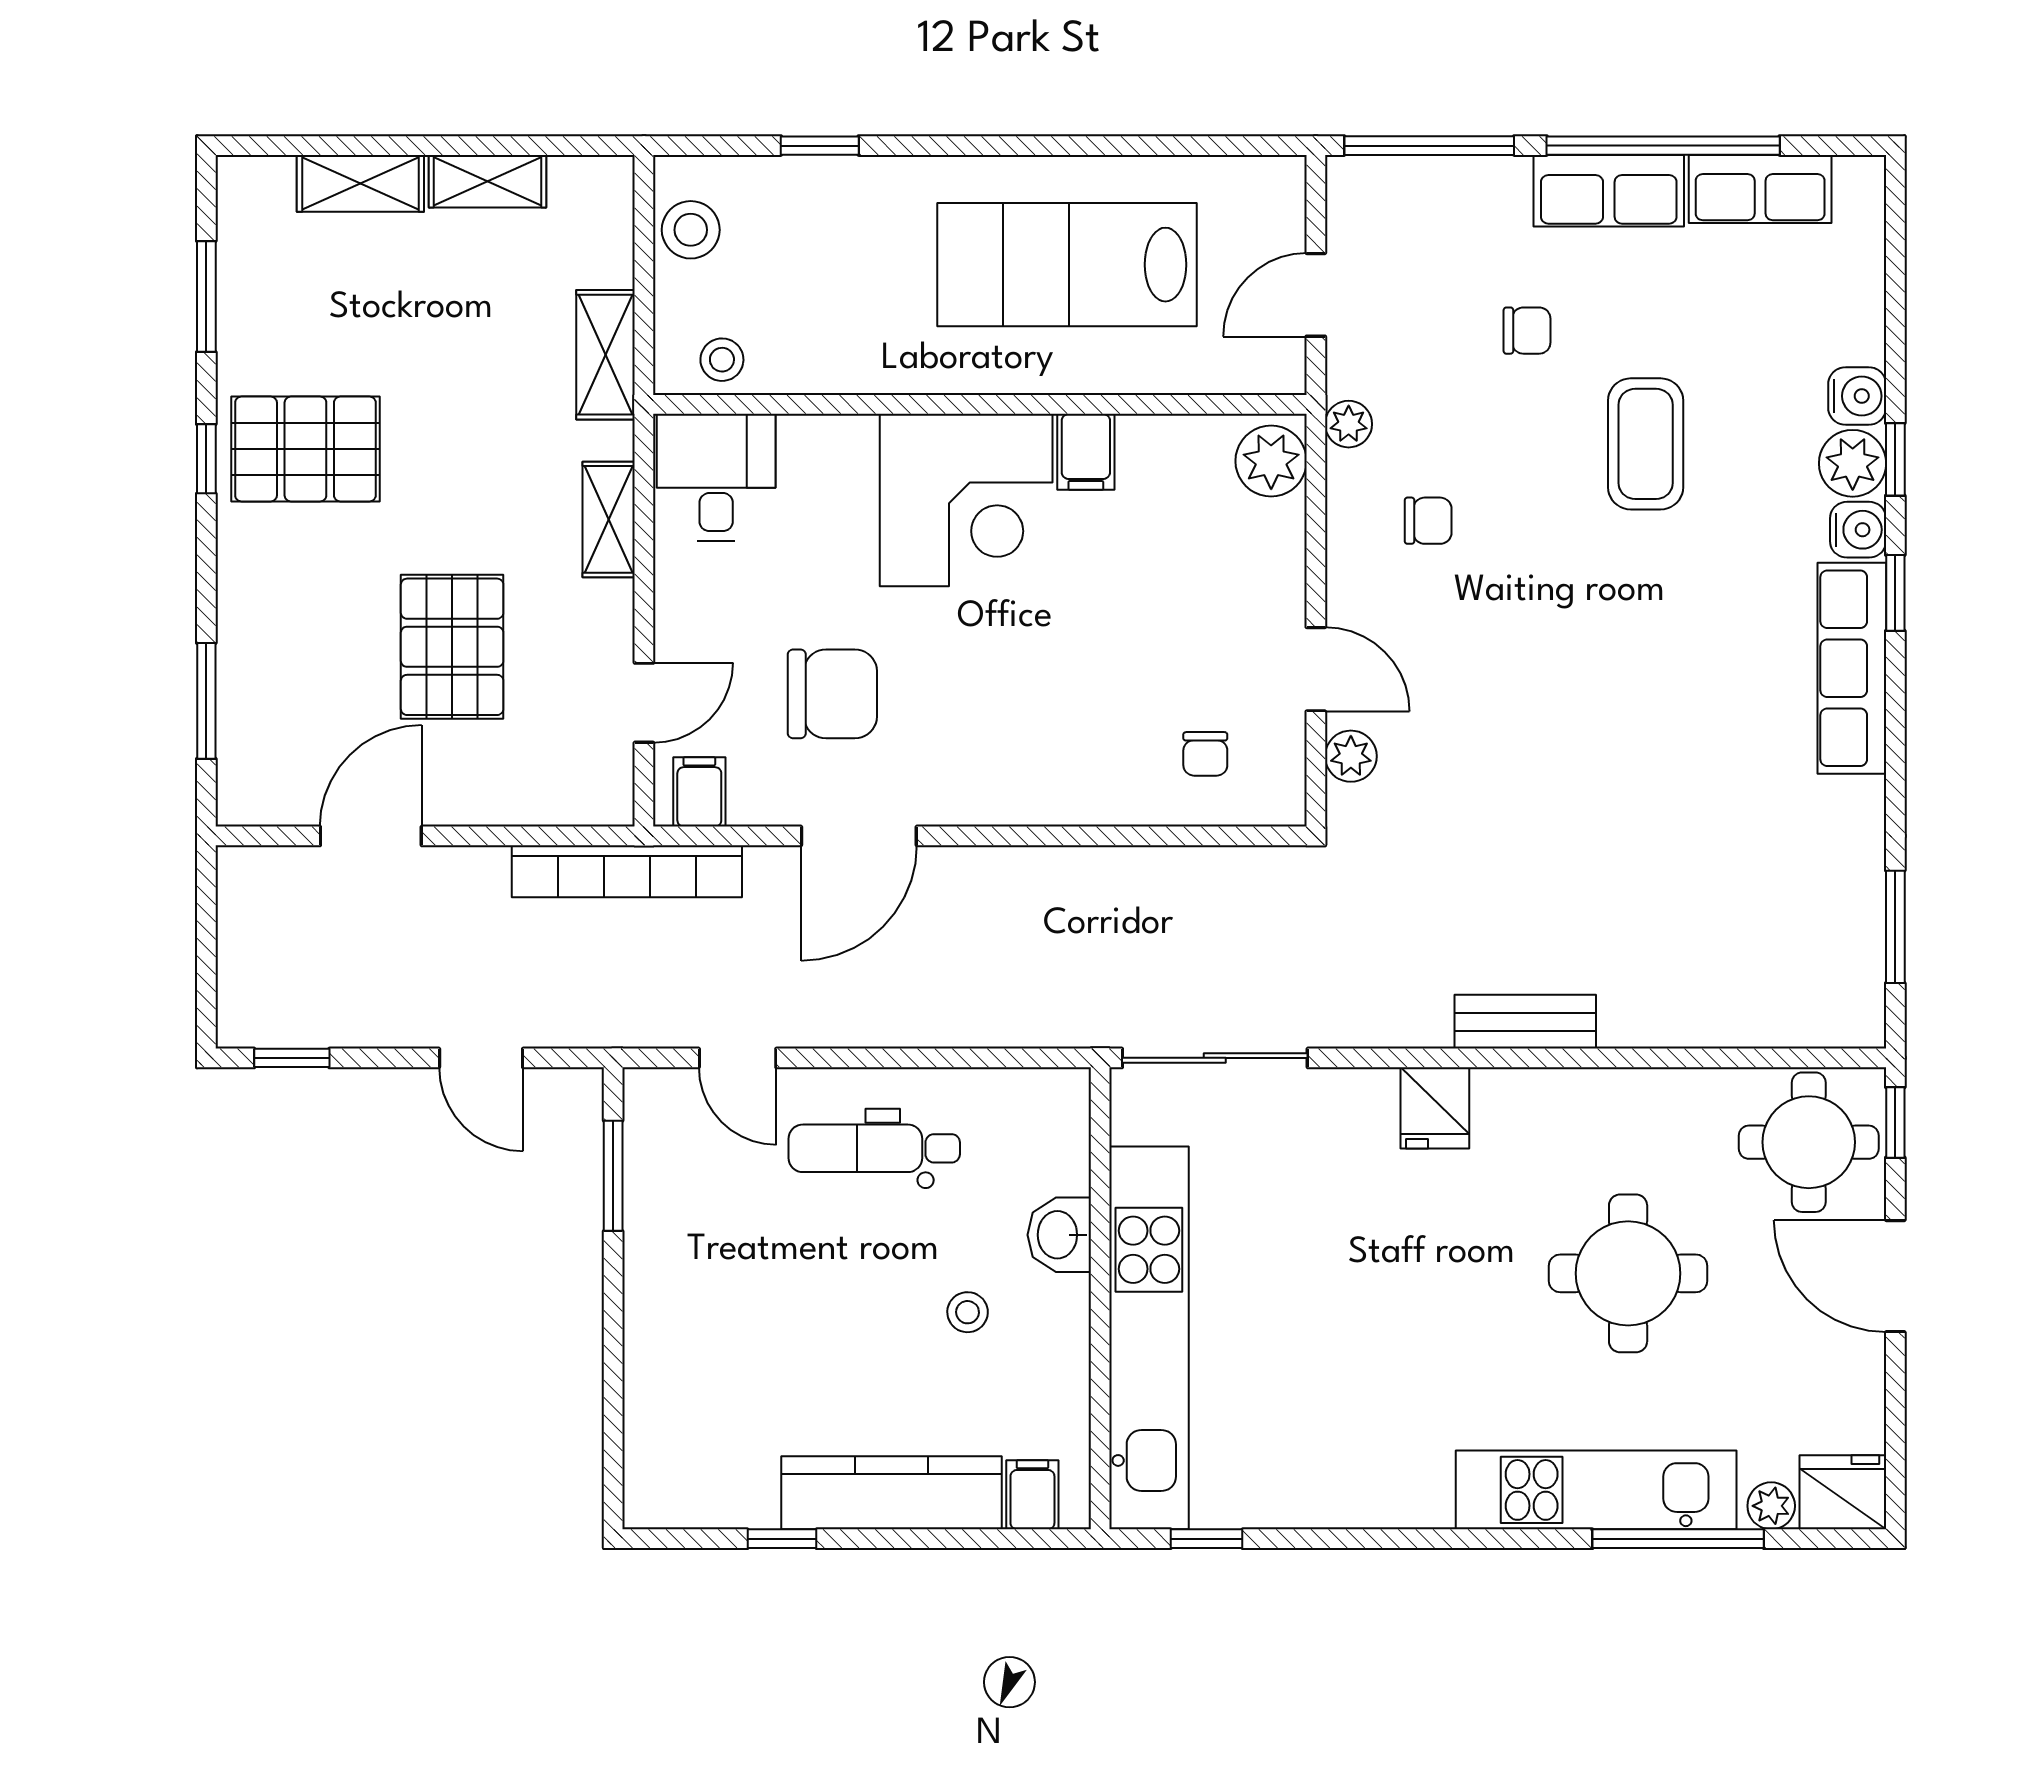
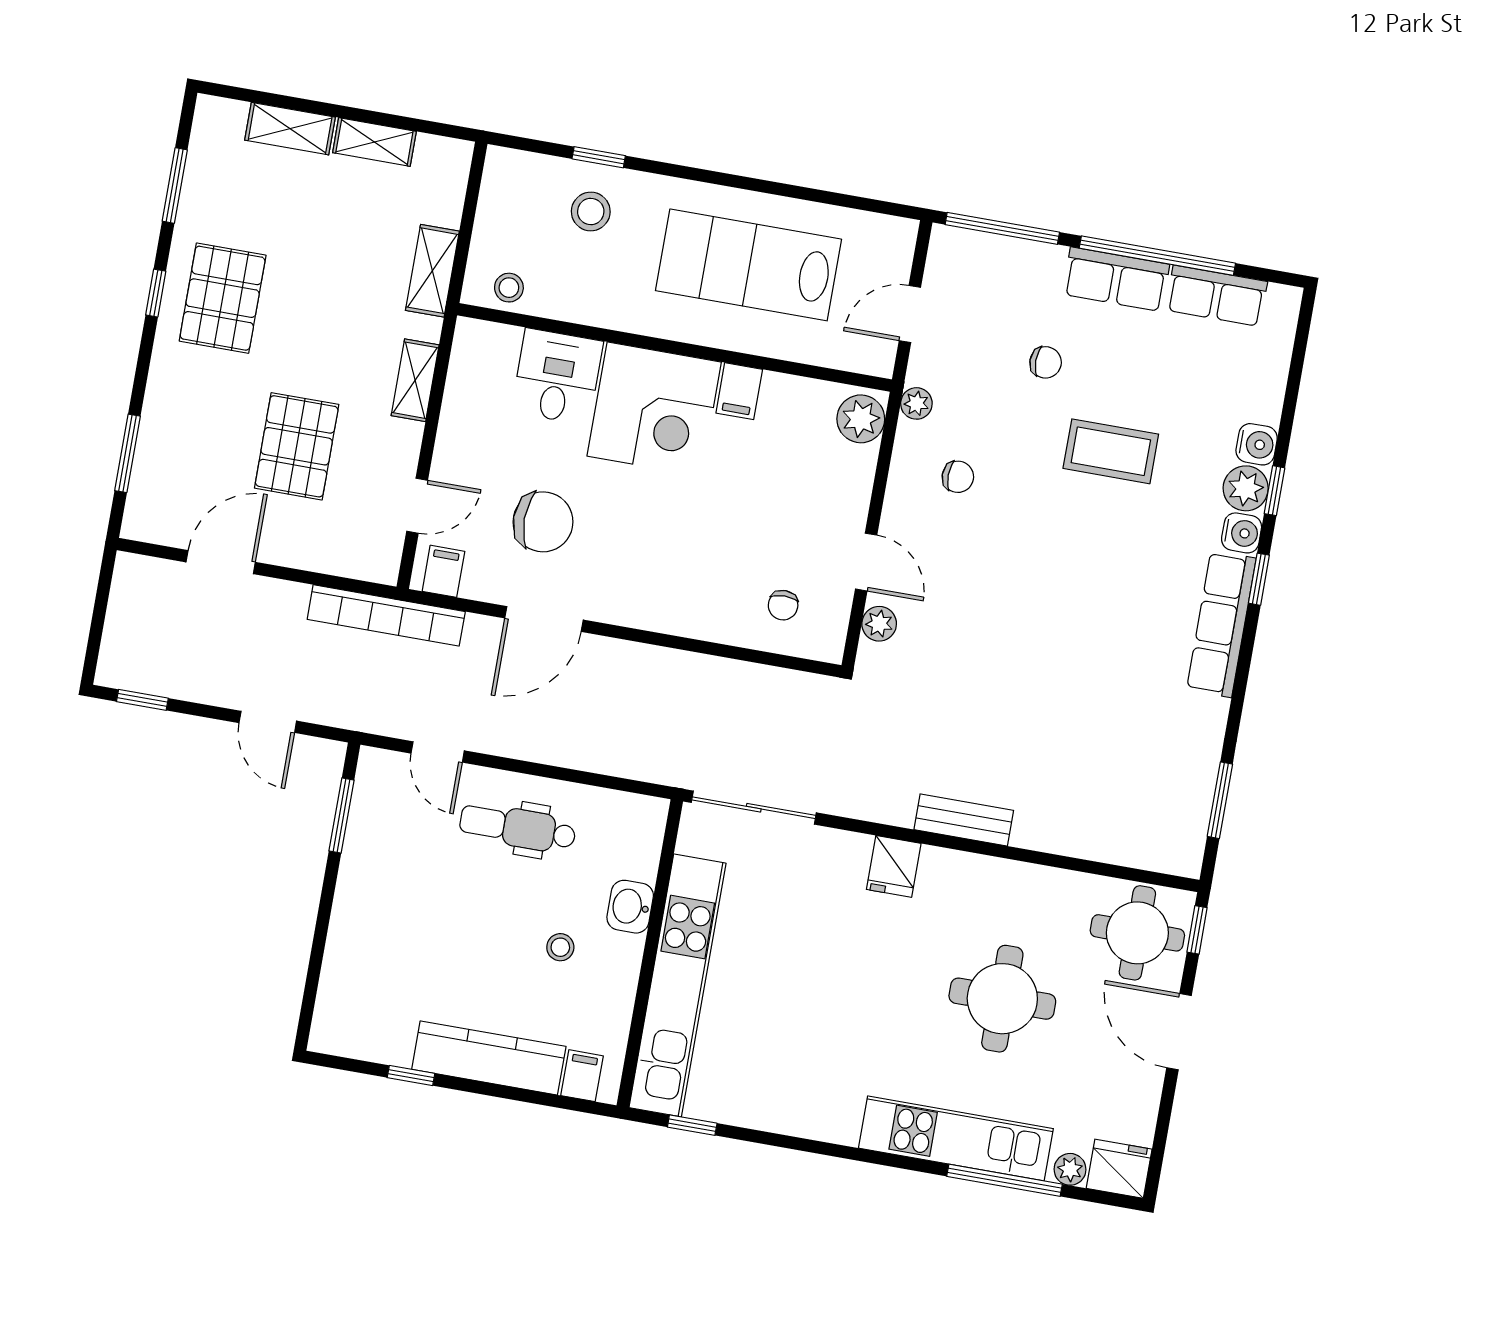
stool: (691, 230) -> (591, 212), moved
coffee table: (1646, 444) -> (1111, 451), turned 90
pallet: (305, 449) -> (223, 298), turned 90
desk: (716, 478) -> (557, 377), moved

